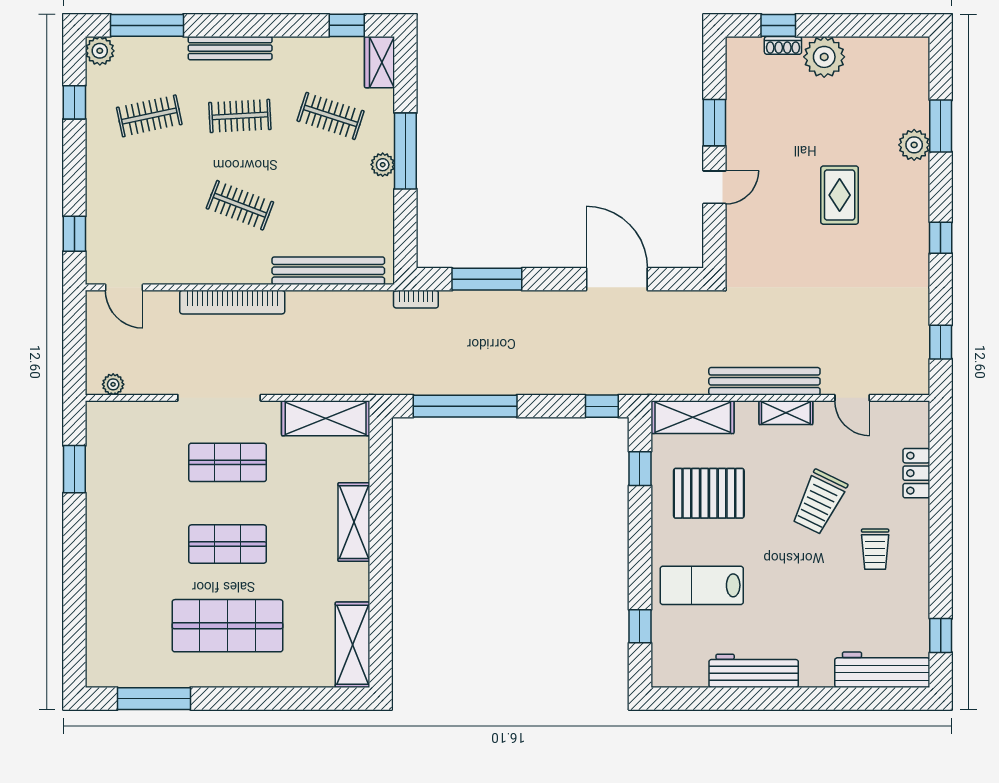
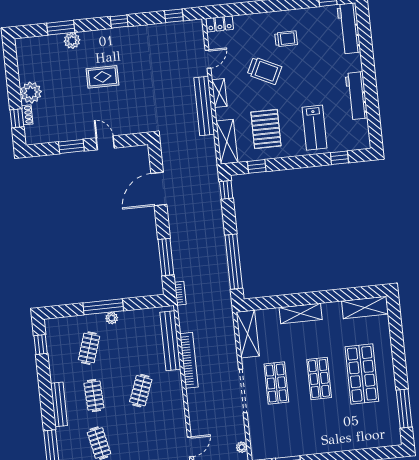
wardrobe: (379, 62) -> (58, 325), removed
bookcase: (232, 302) -> (189, 360), moved
locker: (916, 473) -> (220, 24), moved

